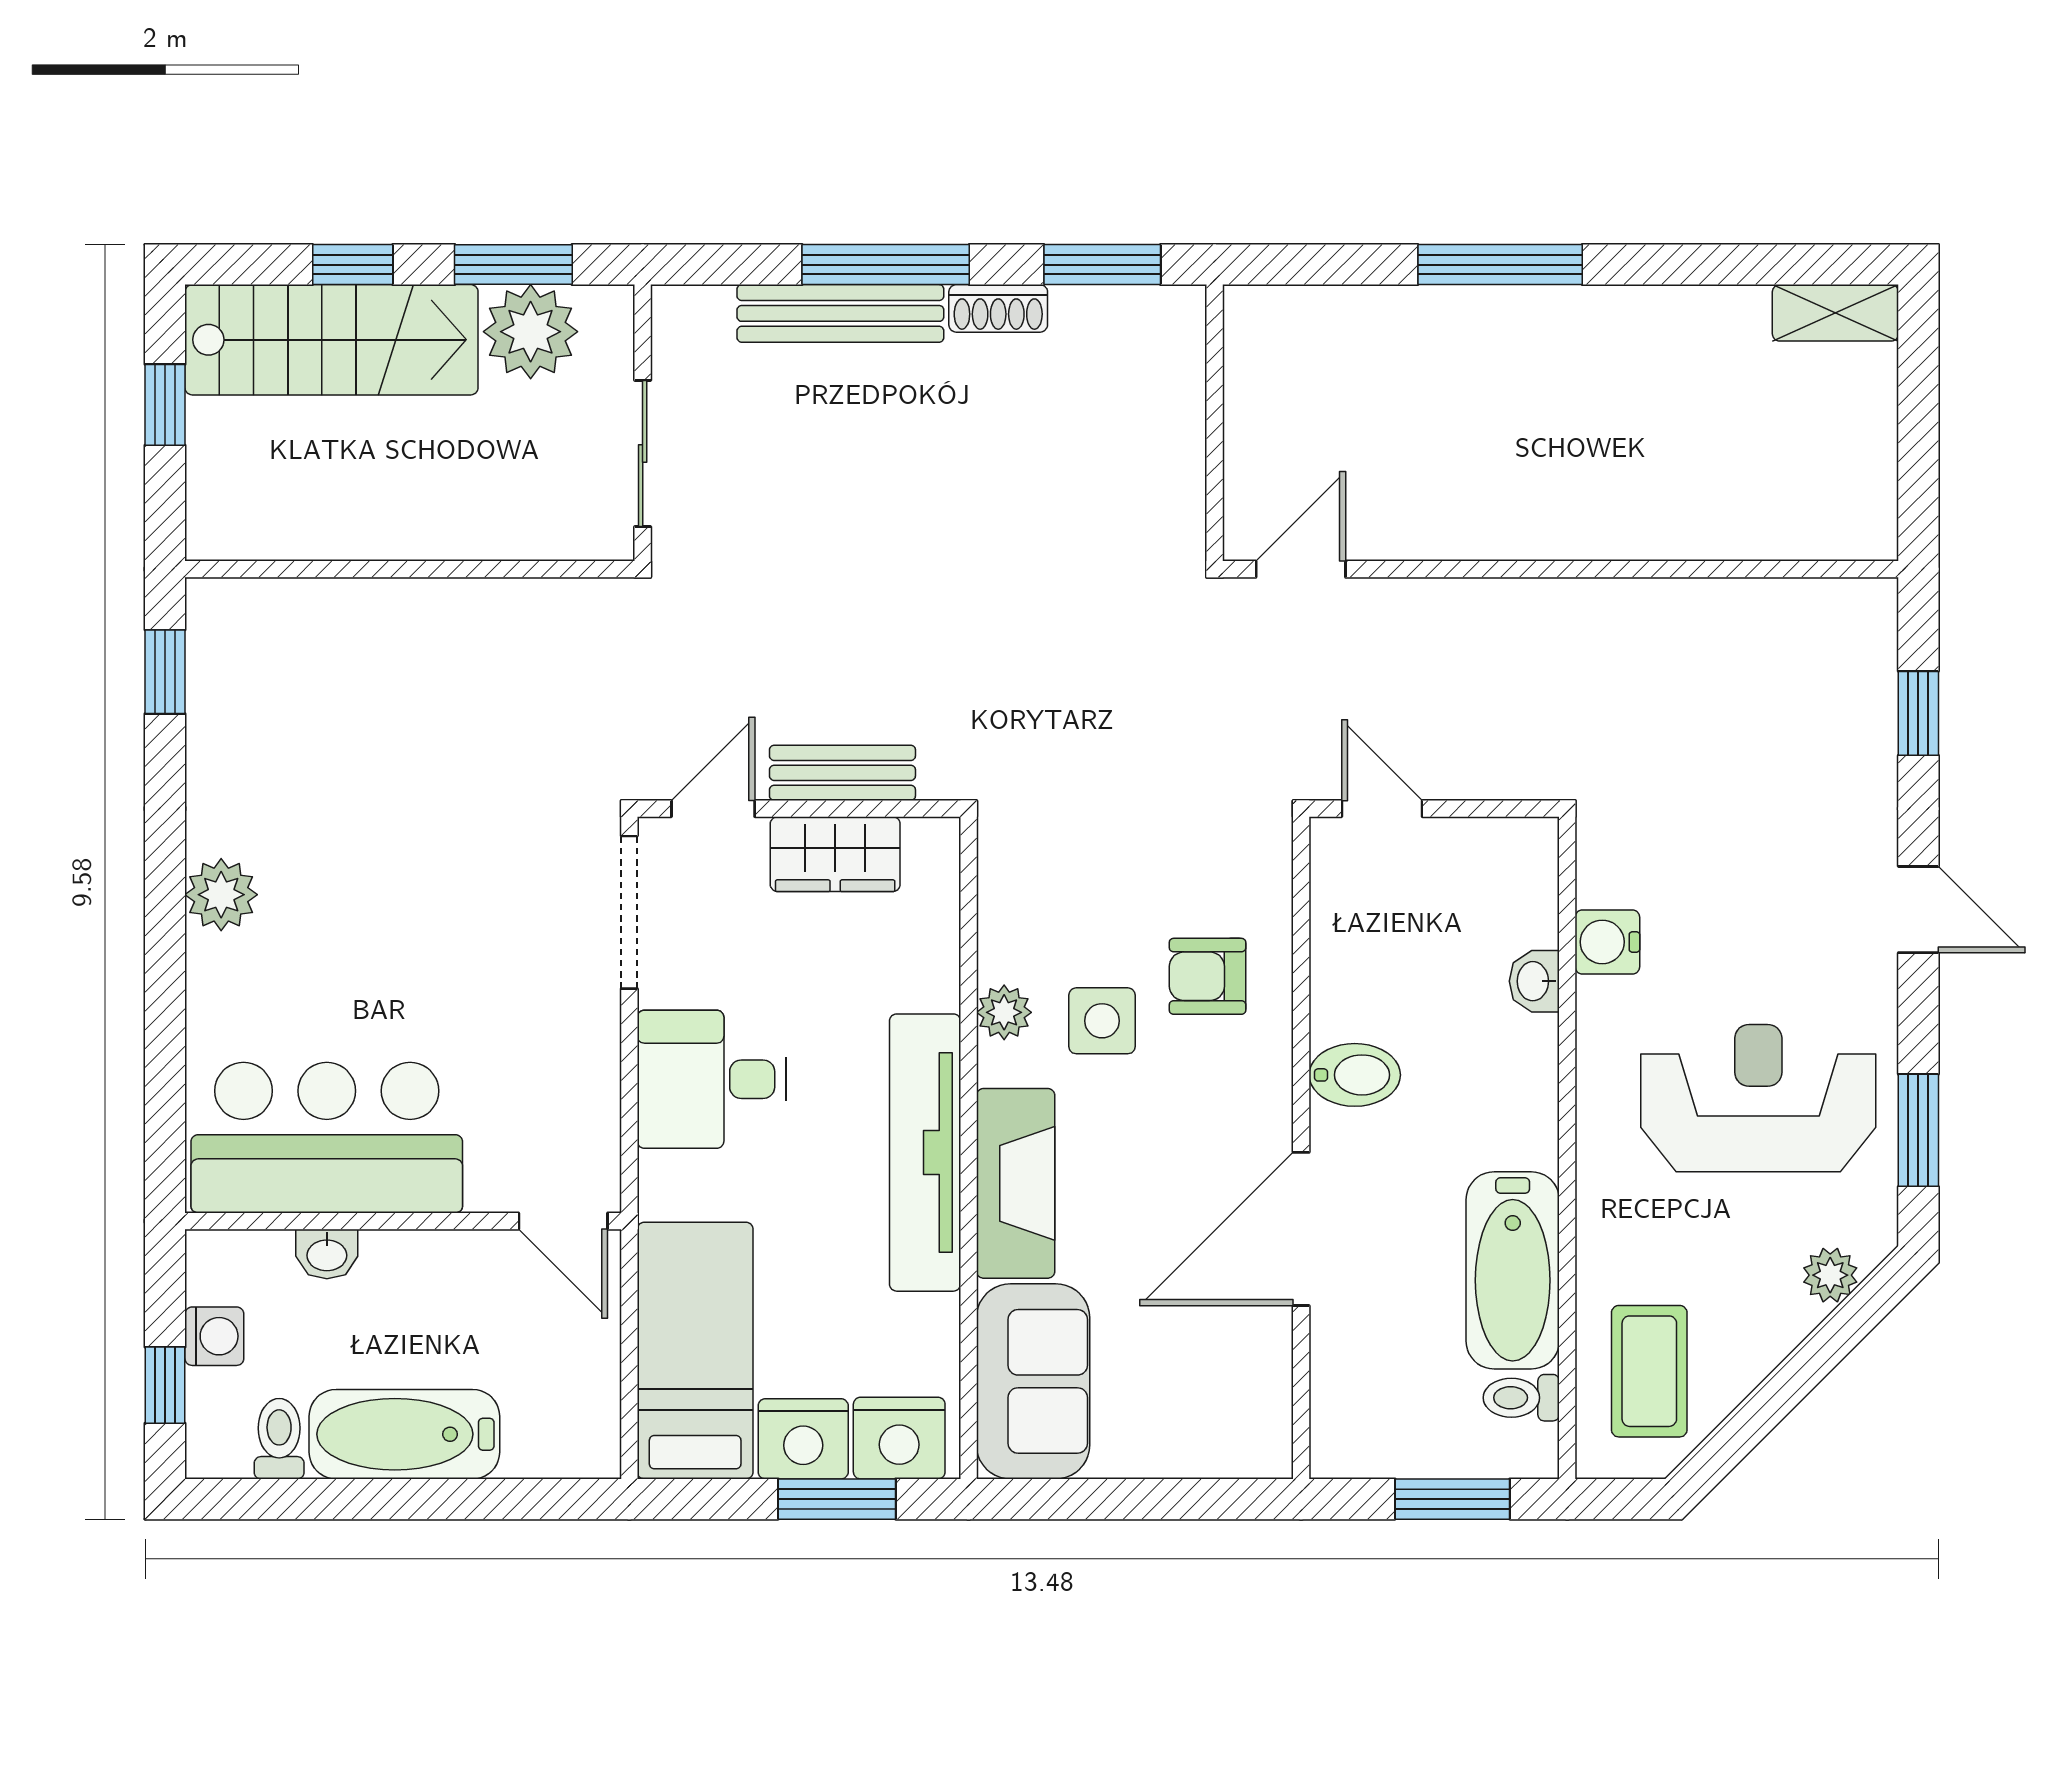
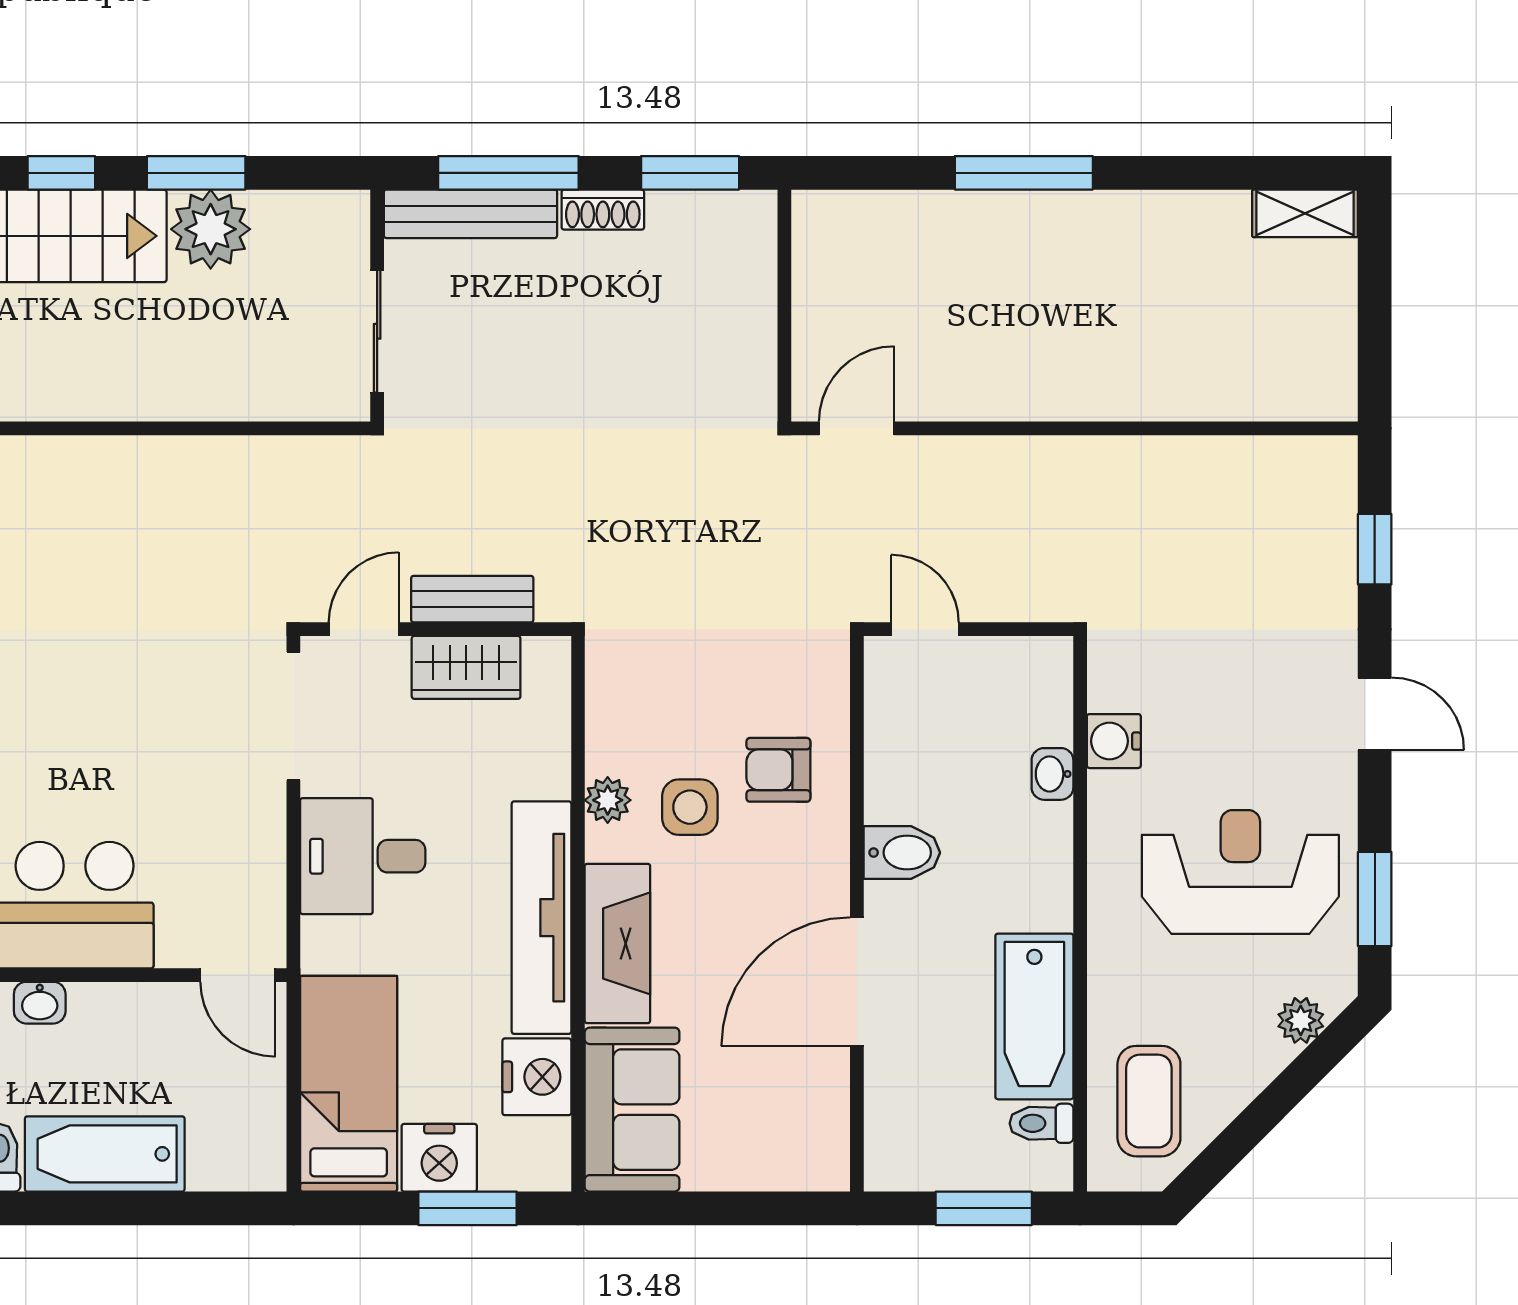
wall: (643, 423) -> (377, 306), moved
sliding door: (643, 454) -> (377, 331), moved
nightstand: (899, 1438) -> (537, 1077), moved, turned -90

